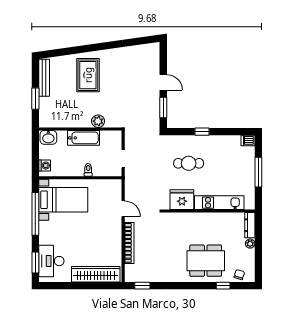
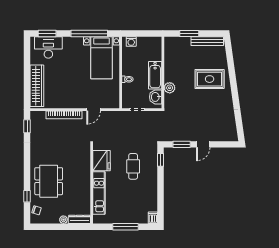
window: (202, 132) -> (161, 160), moved
washbasin: (48, 137) -> (156, 97), moved

